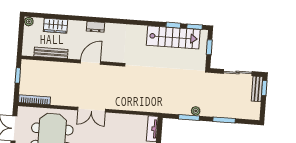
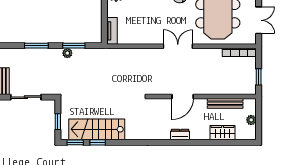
plant: (29, 22) -> (251, 120), moved

